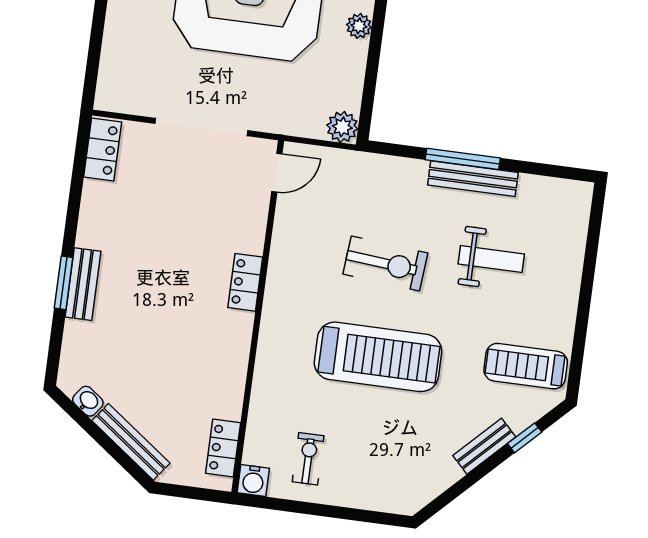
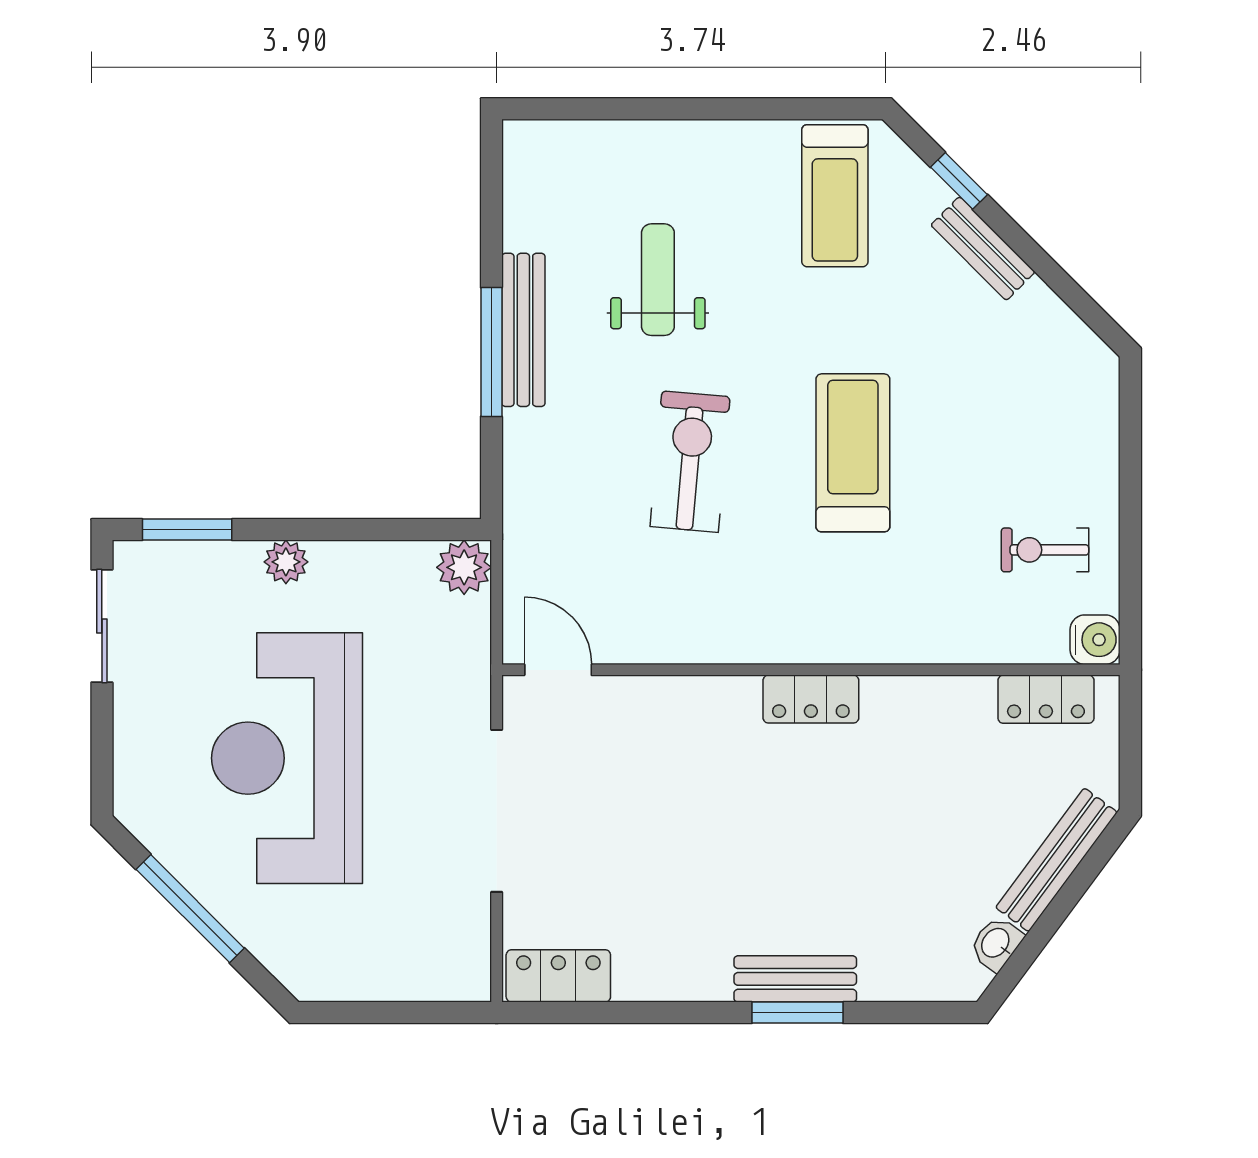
locker: (245, 282) -> (811, 699), moved
treadmill: (378, 357) -> (853, 453), width x0.73, depth x0.73

